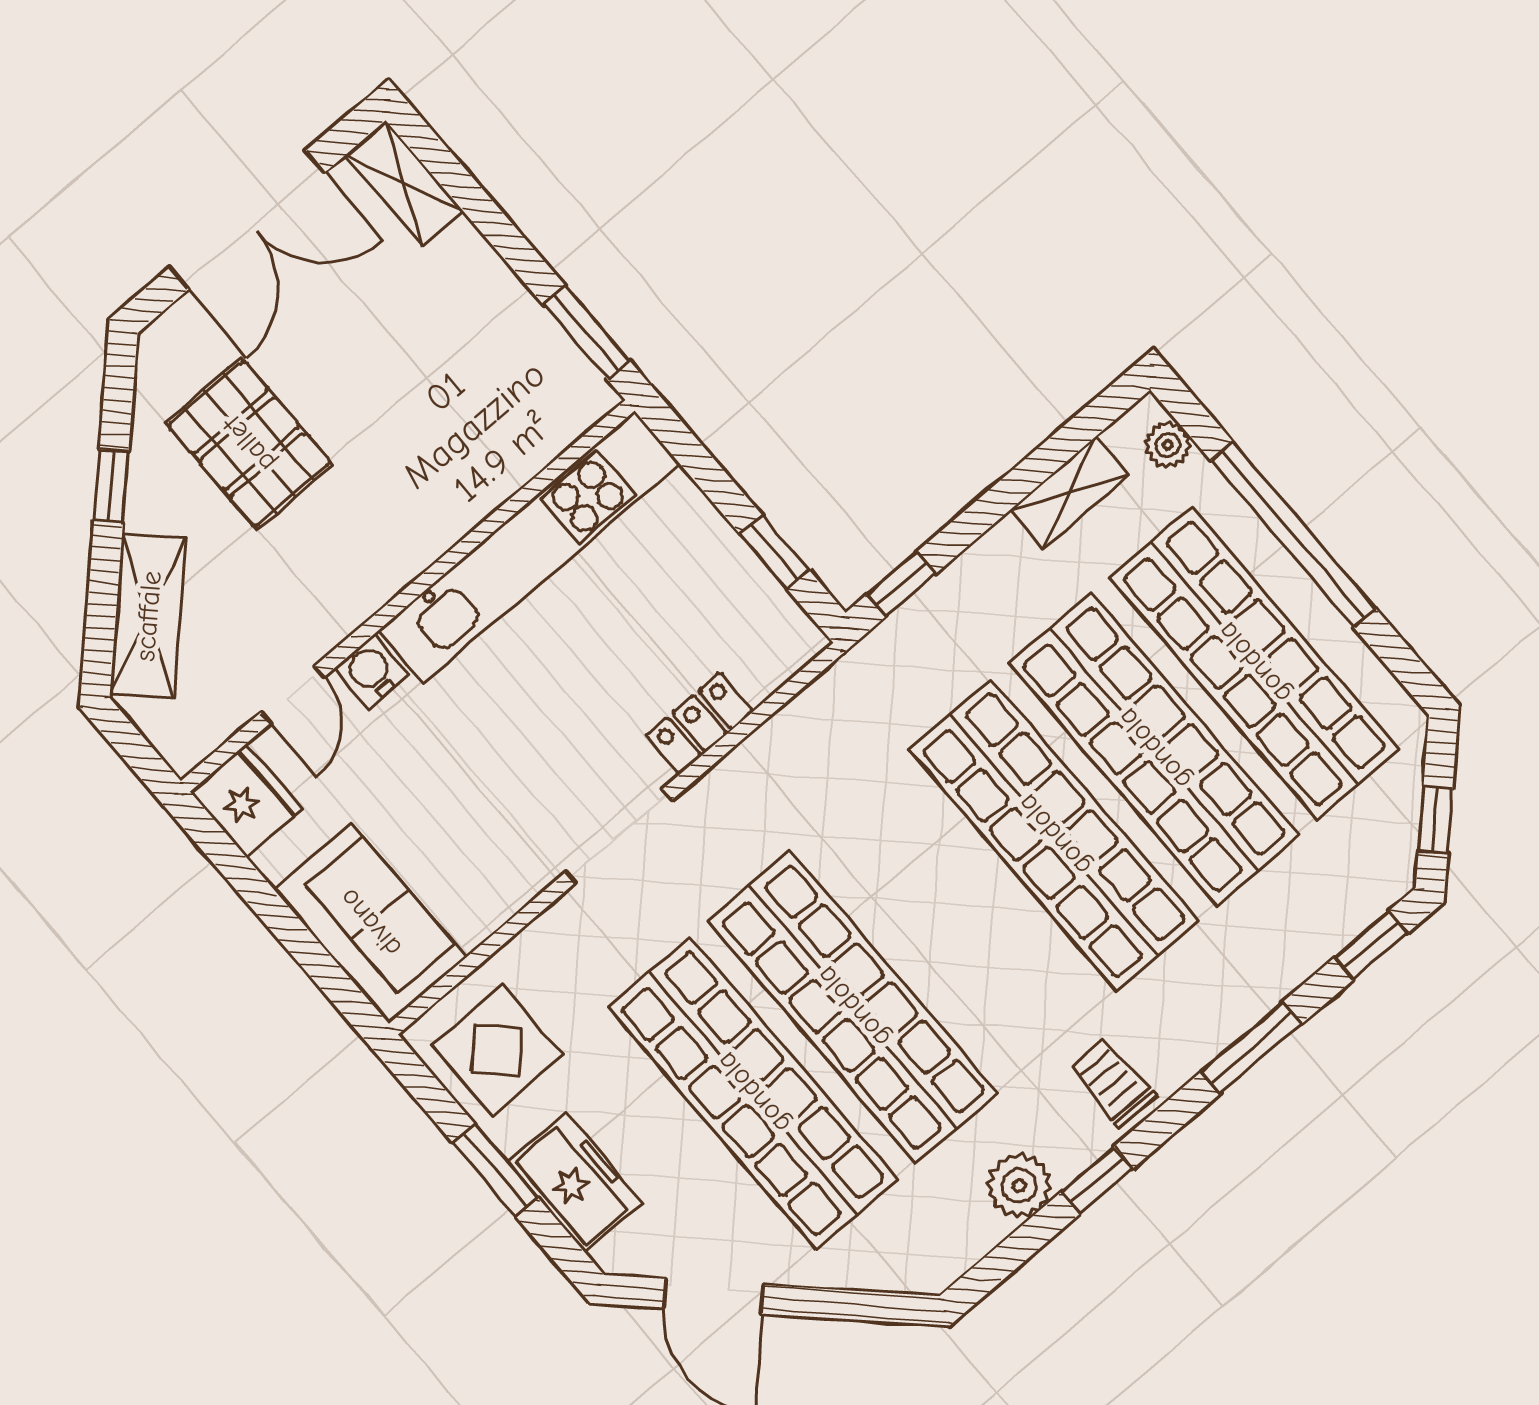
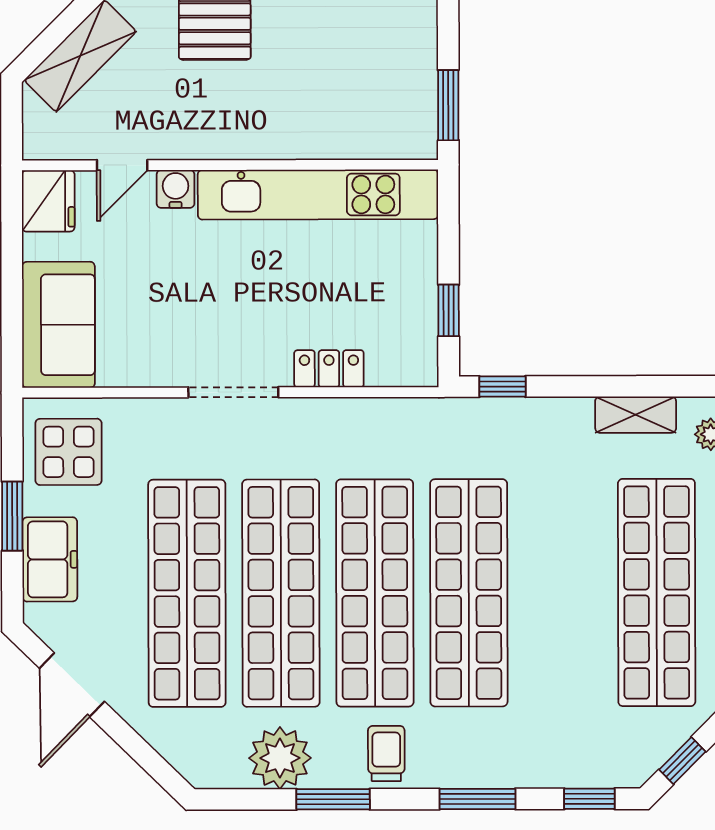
shop shelf: (1154, 749) -> (375, 593), moved
window: (1097, 1180) -> (333, 799), width x1.50
plant: (1019, 1186) -> (280, 758), width x1.36, depth x1.36

